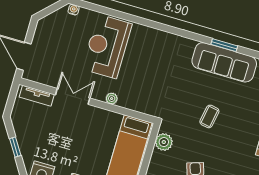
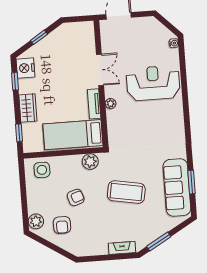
tv unit: (37, 96) -> (94, 104), moved
coffee table: (209, 116) -> (126, 192), width x1.86, depth x1.72

